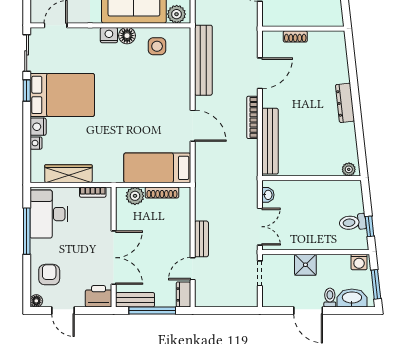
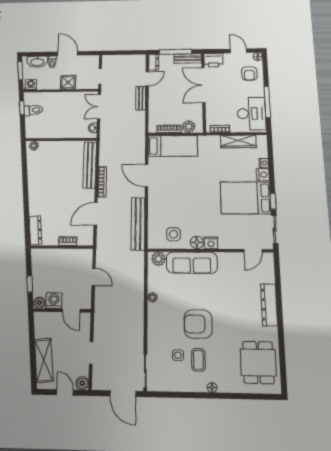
dresser: (345, 103) -> (35, 230), moved

